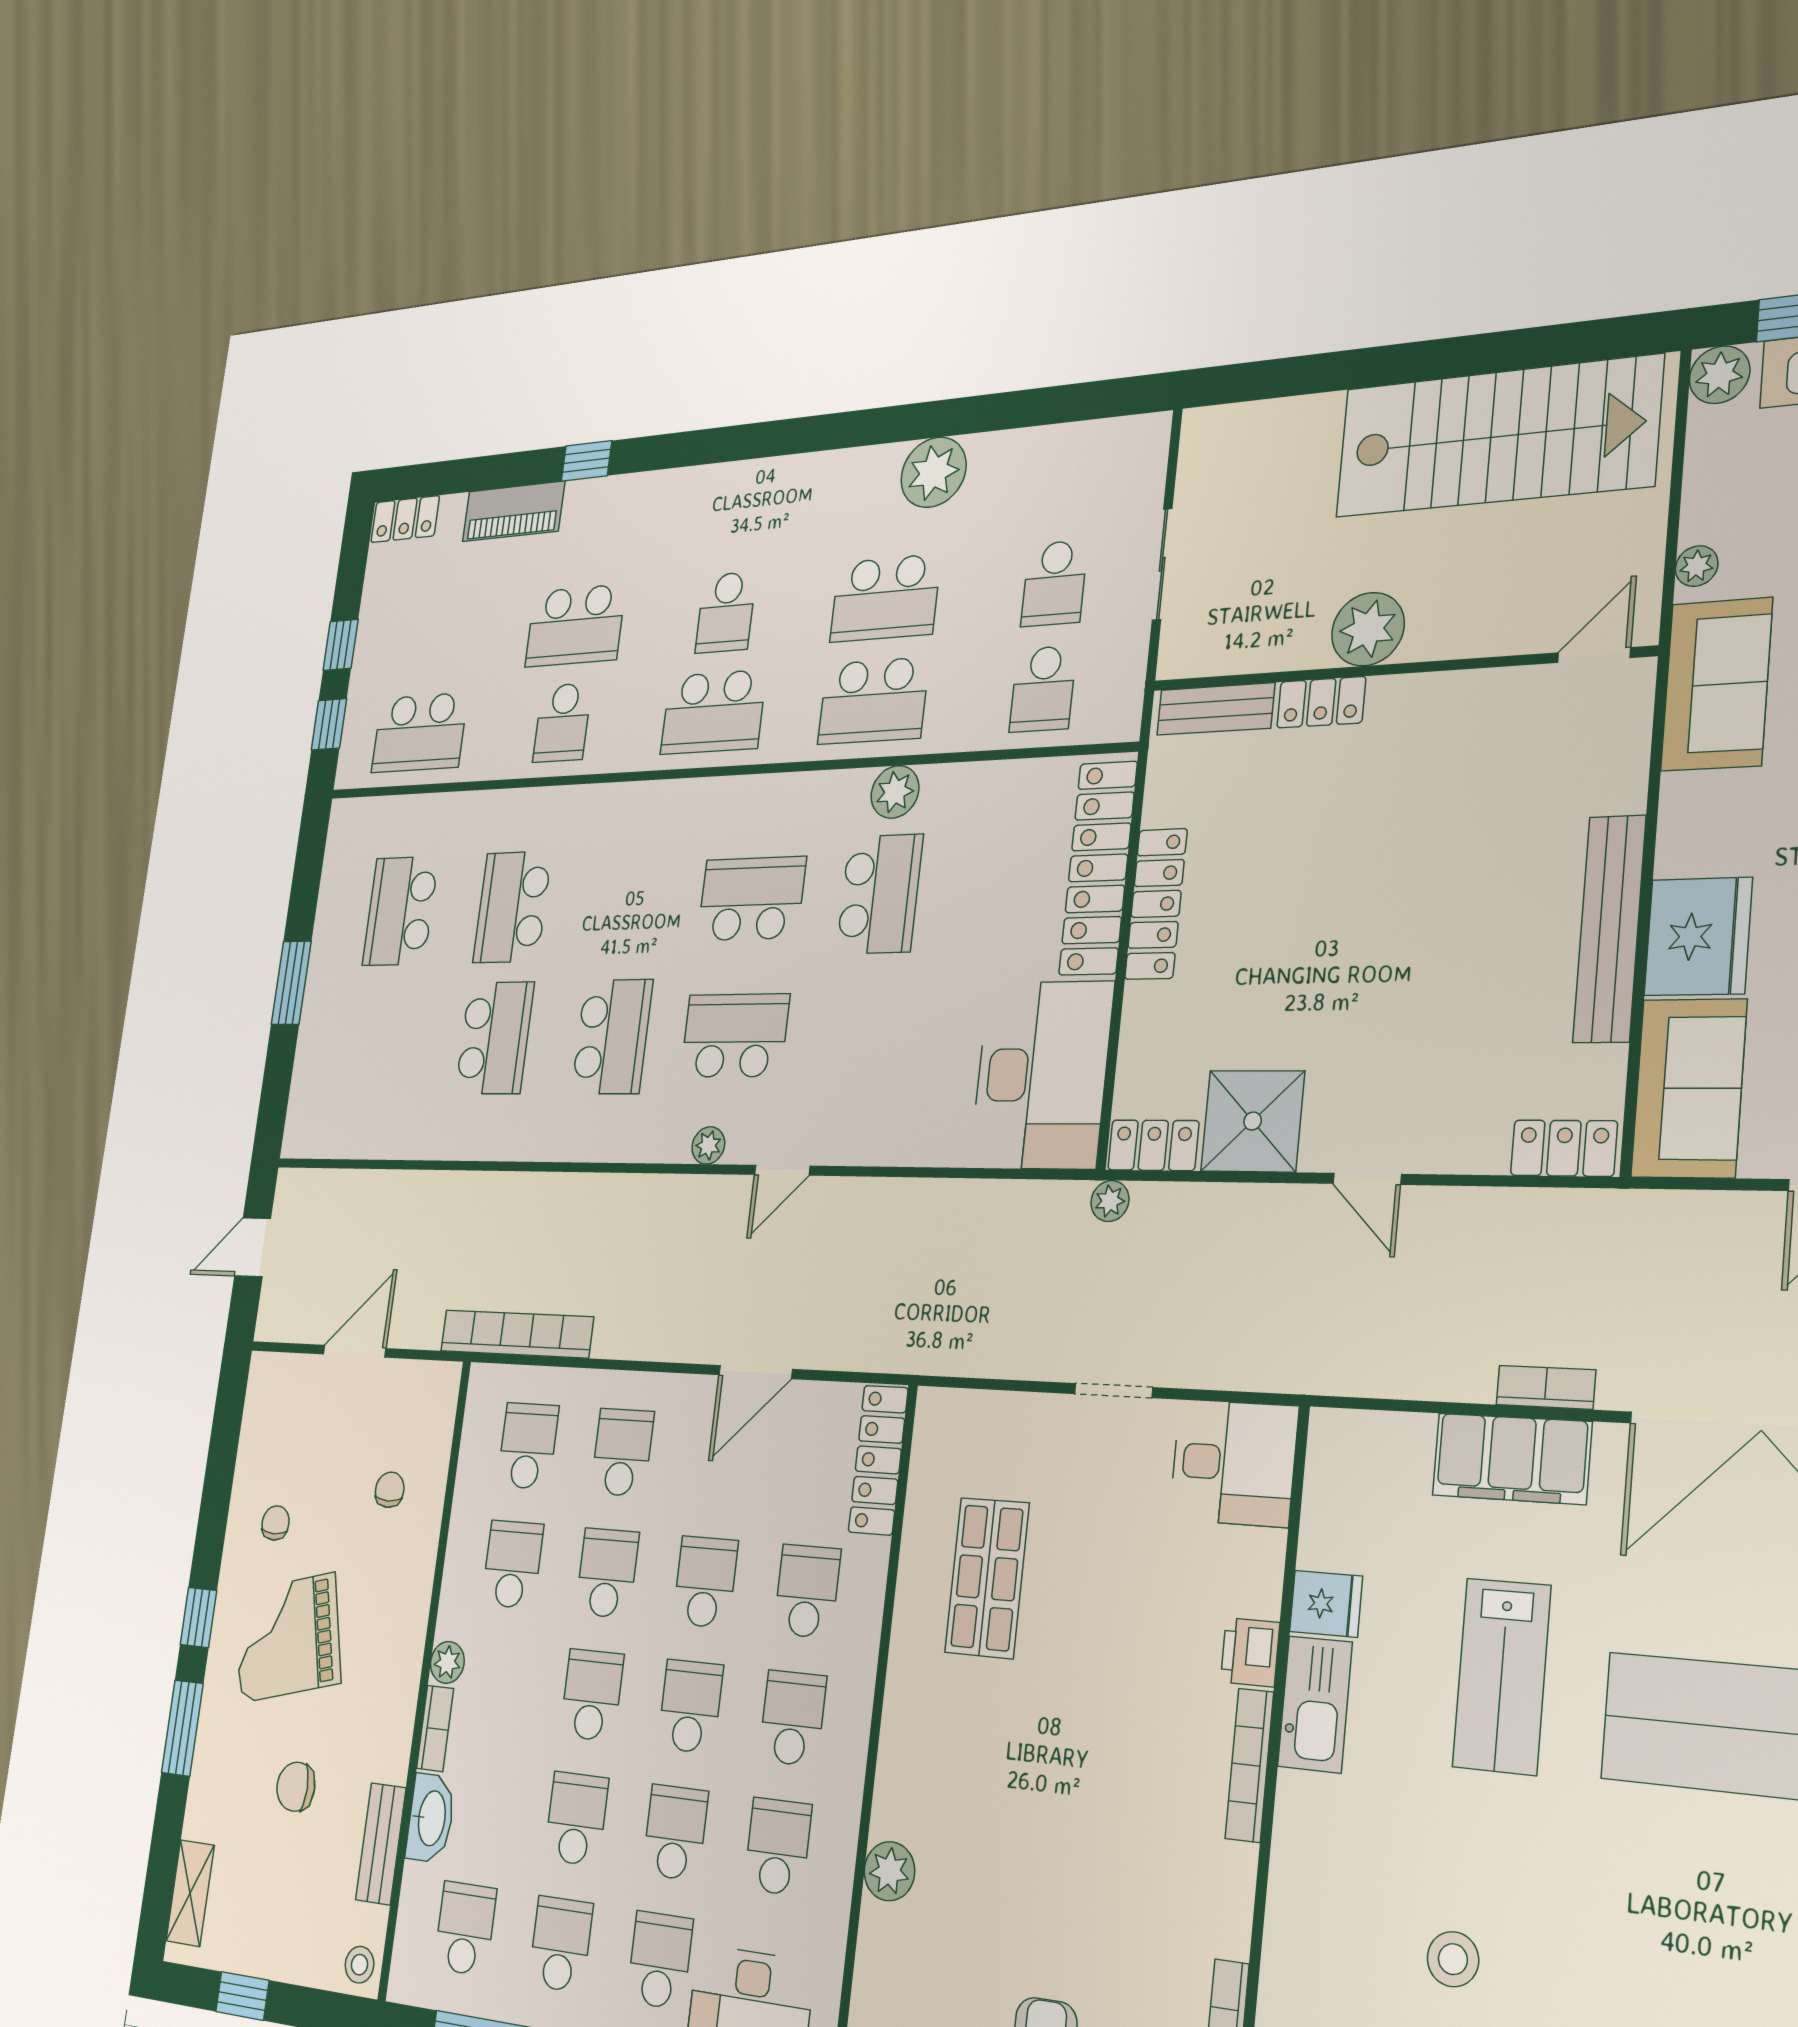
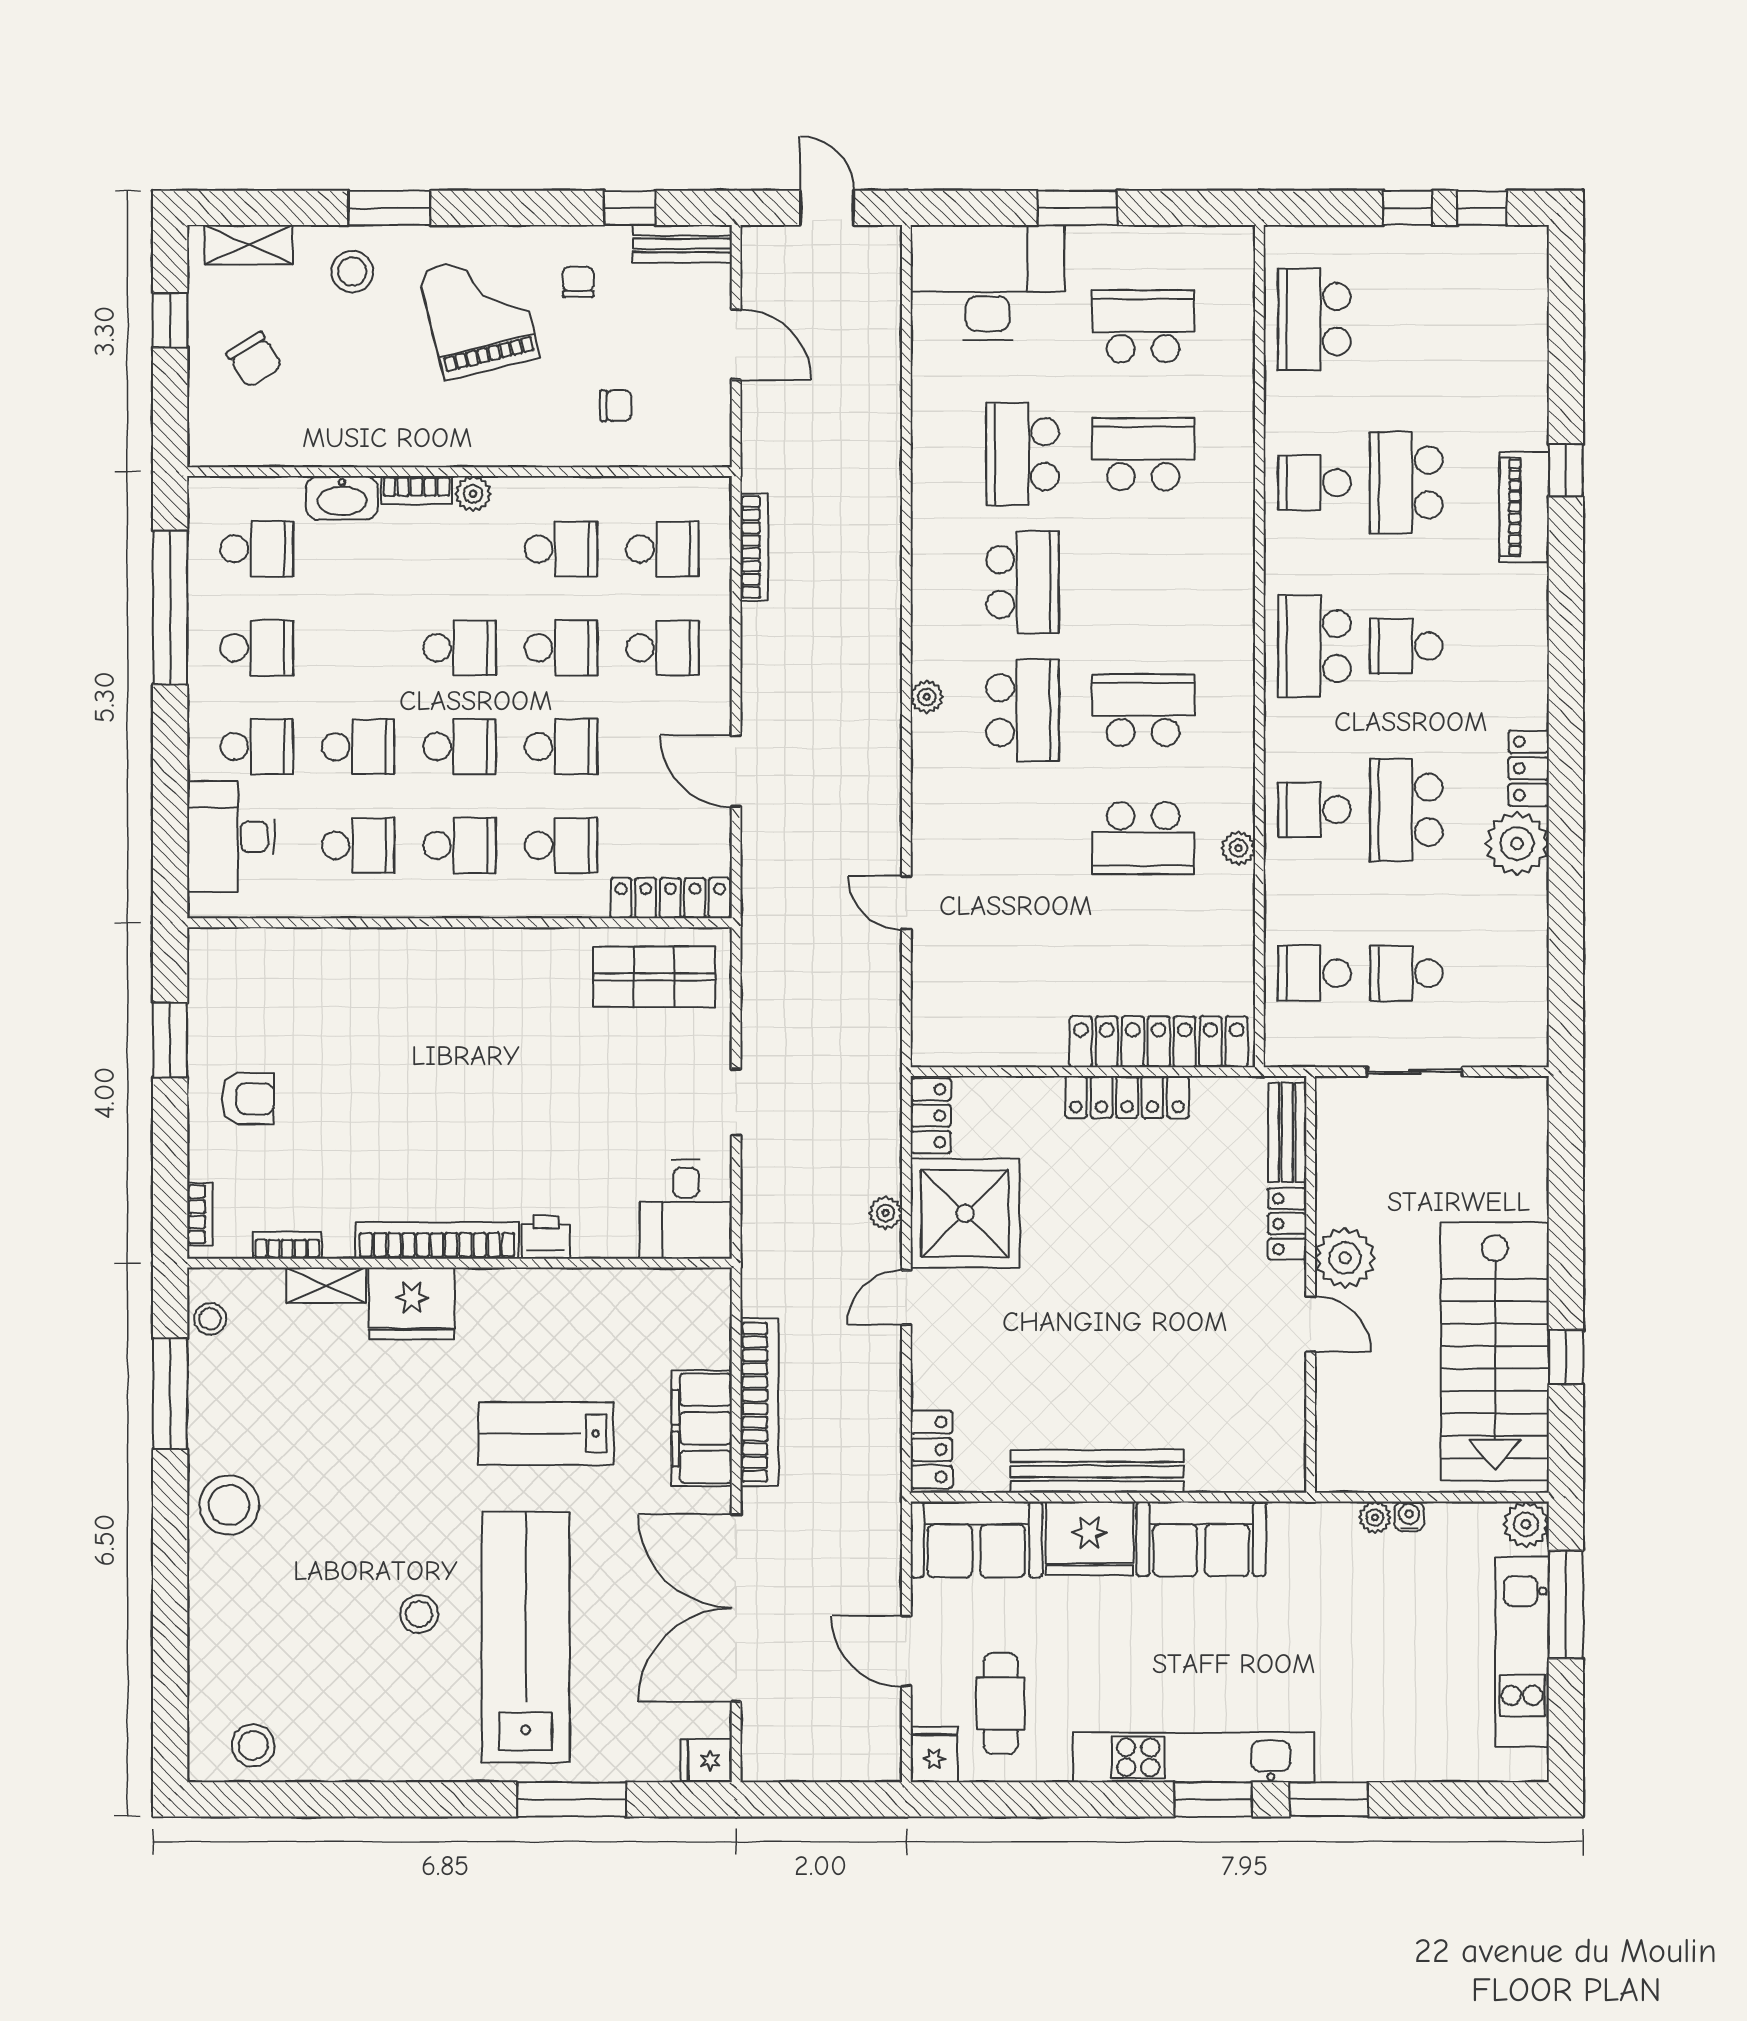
window: (1511, 350) -> (1566, 1357), added
piano: (513, 511) -> (1524, 507), moved
locker: (405, 519) -> (1529, 768), moved
water cooler: (1698, 523) -> (1409, 1516), added
door: (1594, 655) -> (1311, 1324), moved
sofa: (1717, 684) -> (1201, 1539), moved
school desk: (873, 701) -> (1314, 810), width x0.54
window: (329, 724) -> (1482, 208), moved
plant: (895, 792) -> (1238, 848), width x0.73, depth x0.73
school desk: (751, 899) -> (1143, 710), turned -90
school desk: (612, 1037) -> (1023, 582), turned -90
school desk: (495, 1038) -> (1023, 454), turned 90
desk: (1041, 1075) -> (987, 282), moved, turned 180
shower: (1253, 1121) -> (965, 1213), width x1.37, depth x1.37
door: (782, 1170) -> (906, 903), moved
plant: (1110, 1201) -> (886, 1213), moved
bookcase: (516, 1334) -> (754, 547), width x0.68, depth x0.76
bookcase: (1546, 1387) -> (759, 1402), width x2.31, depth x1.31
chair: (276, 1523) -> (578, 282), turned -90
shop shelf: (987, 1578) -> (654, 977), moved
fridge: (1326, 1604) -> (412, 1303), moved, width x1.88, depth x1.34
window: (199, 1617) -> (630, 208), moved
kitchen sink: (1315, 1704) -> (513, 1293), removed
bookcase: (1249, 1765) -> (437, 1240), width x1.48, depth x1.31
chair: (296, 1787) -> (254, 360), moved, turned 148
school desk: (576, 1819) -> (358, 648), removed
bench: (381, 1844) -> (682, 244), moved
plant: (889, 1871) -> (351, 950), removed
stool: (1453, 1959) -> (419, 1614), moved
shelving: (1283, 1963) -> (326, 1285), added
stool: (359, 1965) -> (352, 271), moved, width x1.37, depth x1.37

